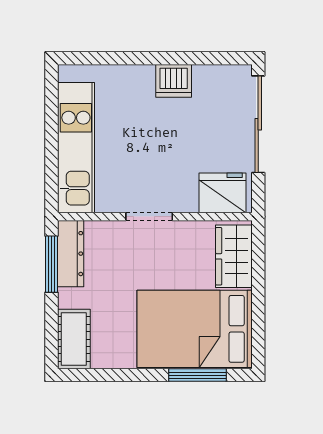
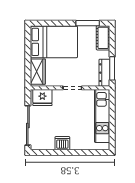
window: (197, 375) -> (88, 23), moved

